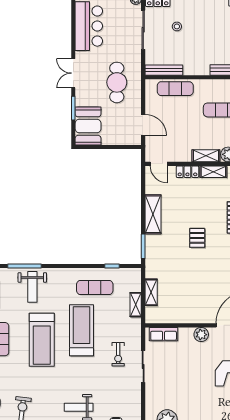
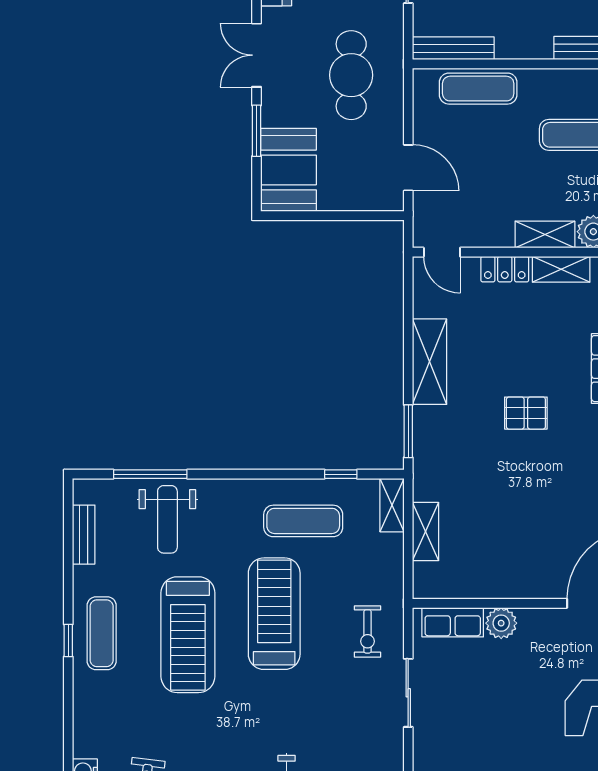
pallet: (197, 238) -> (526, 413), turned 90
shelving: (136, 305) -> (392, 505), moved
plant: (201, 335) -> (501, 623), moved
exercise bike: (118, 354) -> (367, 631), moved

